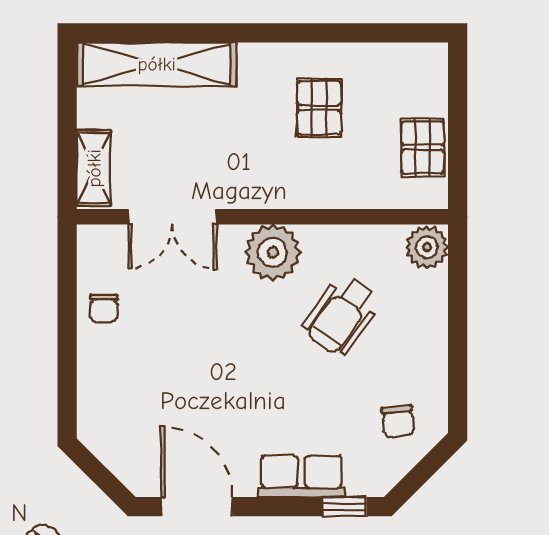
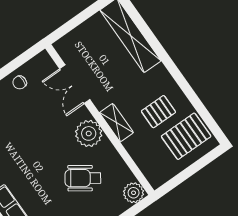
pallet: (423, 147) -> (186, 136), moved, width x1.50, depth x1.42
shelving: (94, 168) -> (116, 123), moved, turned 90

